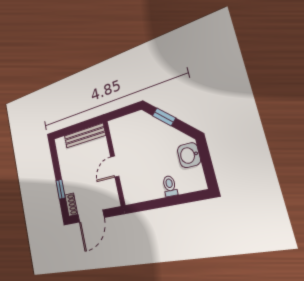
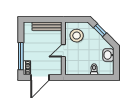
stool: (129, 137) -> (77, 36), added
window: (61, 189) -> (21, 56), width x2.17

